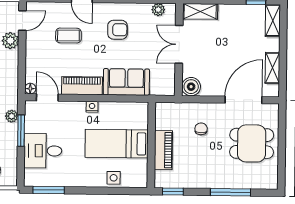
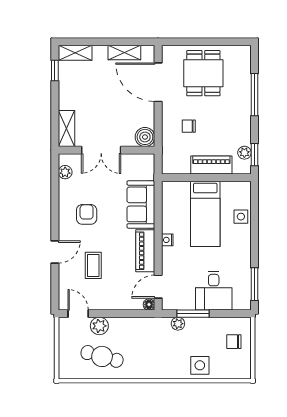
plant: (175, 182) -> (244, 153), added

